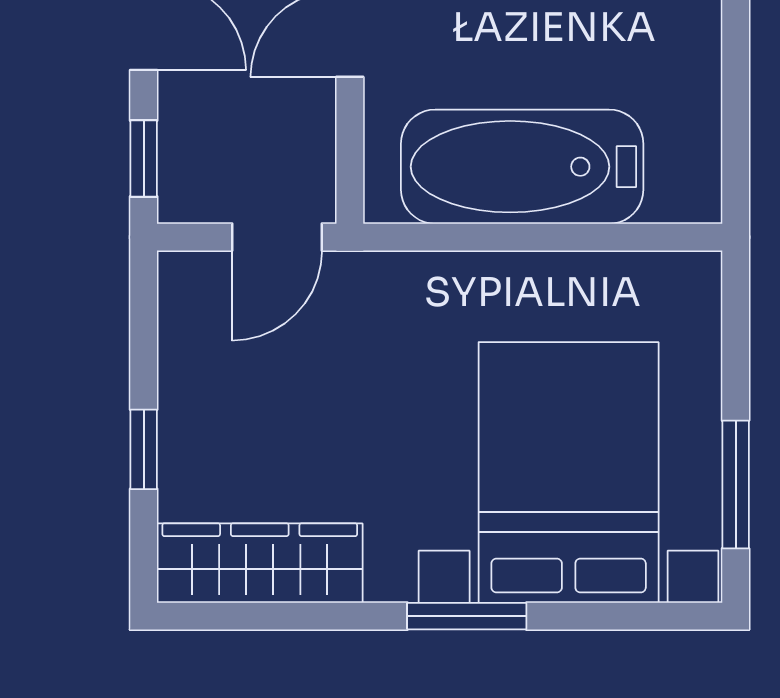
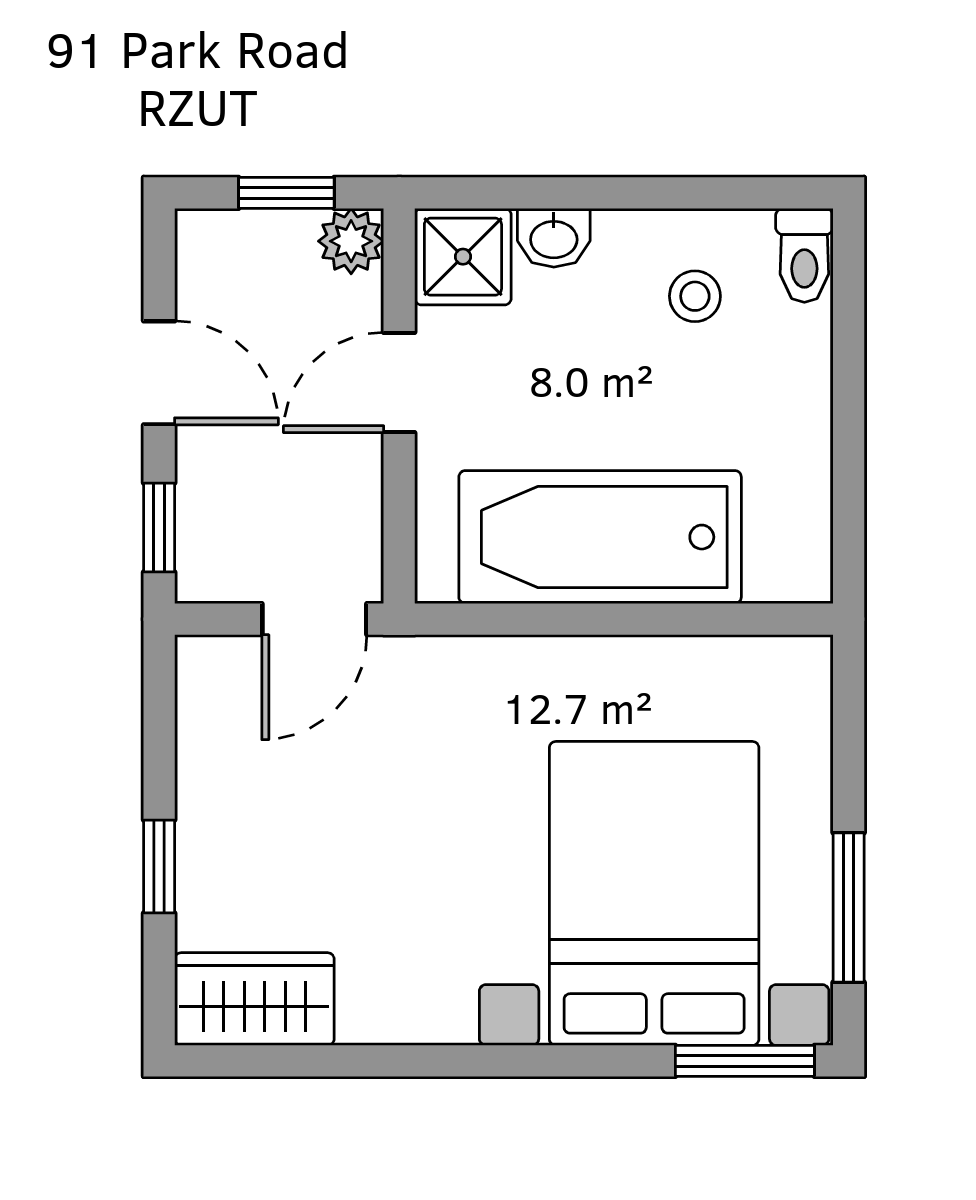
wardrobe: (260, 563) -> (254, 999), width x0.67
window: (467, 616) -> (745, 1061), moved

